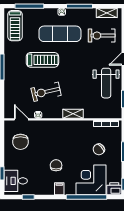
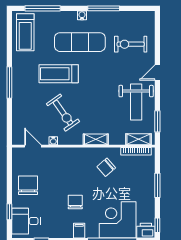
shelving: (107, 13) -> (139, 139), moved
treadmill: (42, 60) -> (59, 74), turned 180
exercise bike: (46, 92) -> (63, 113), turned -112
chair: (20, 142) -> (28, 185), moved, turned 180
chair: (99, 149) -> (106, 167), moved

